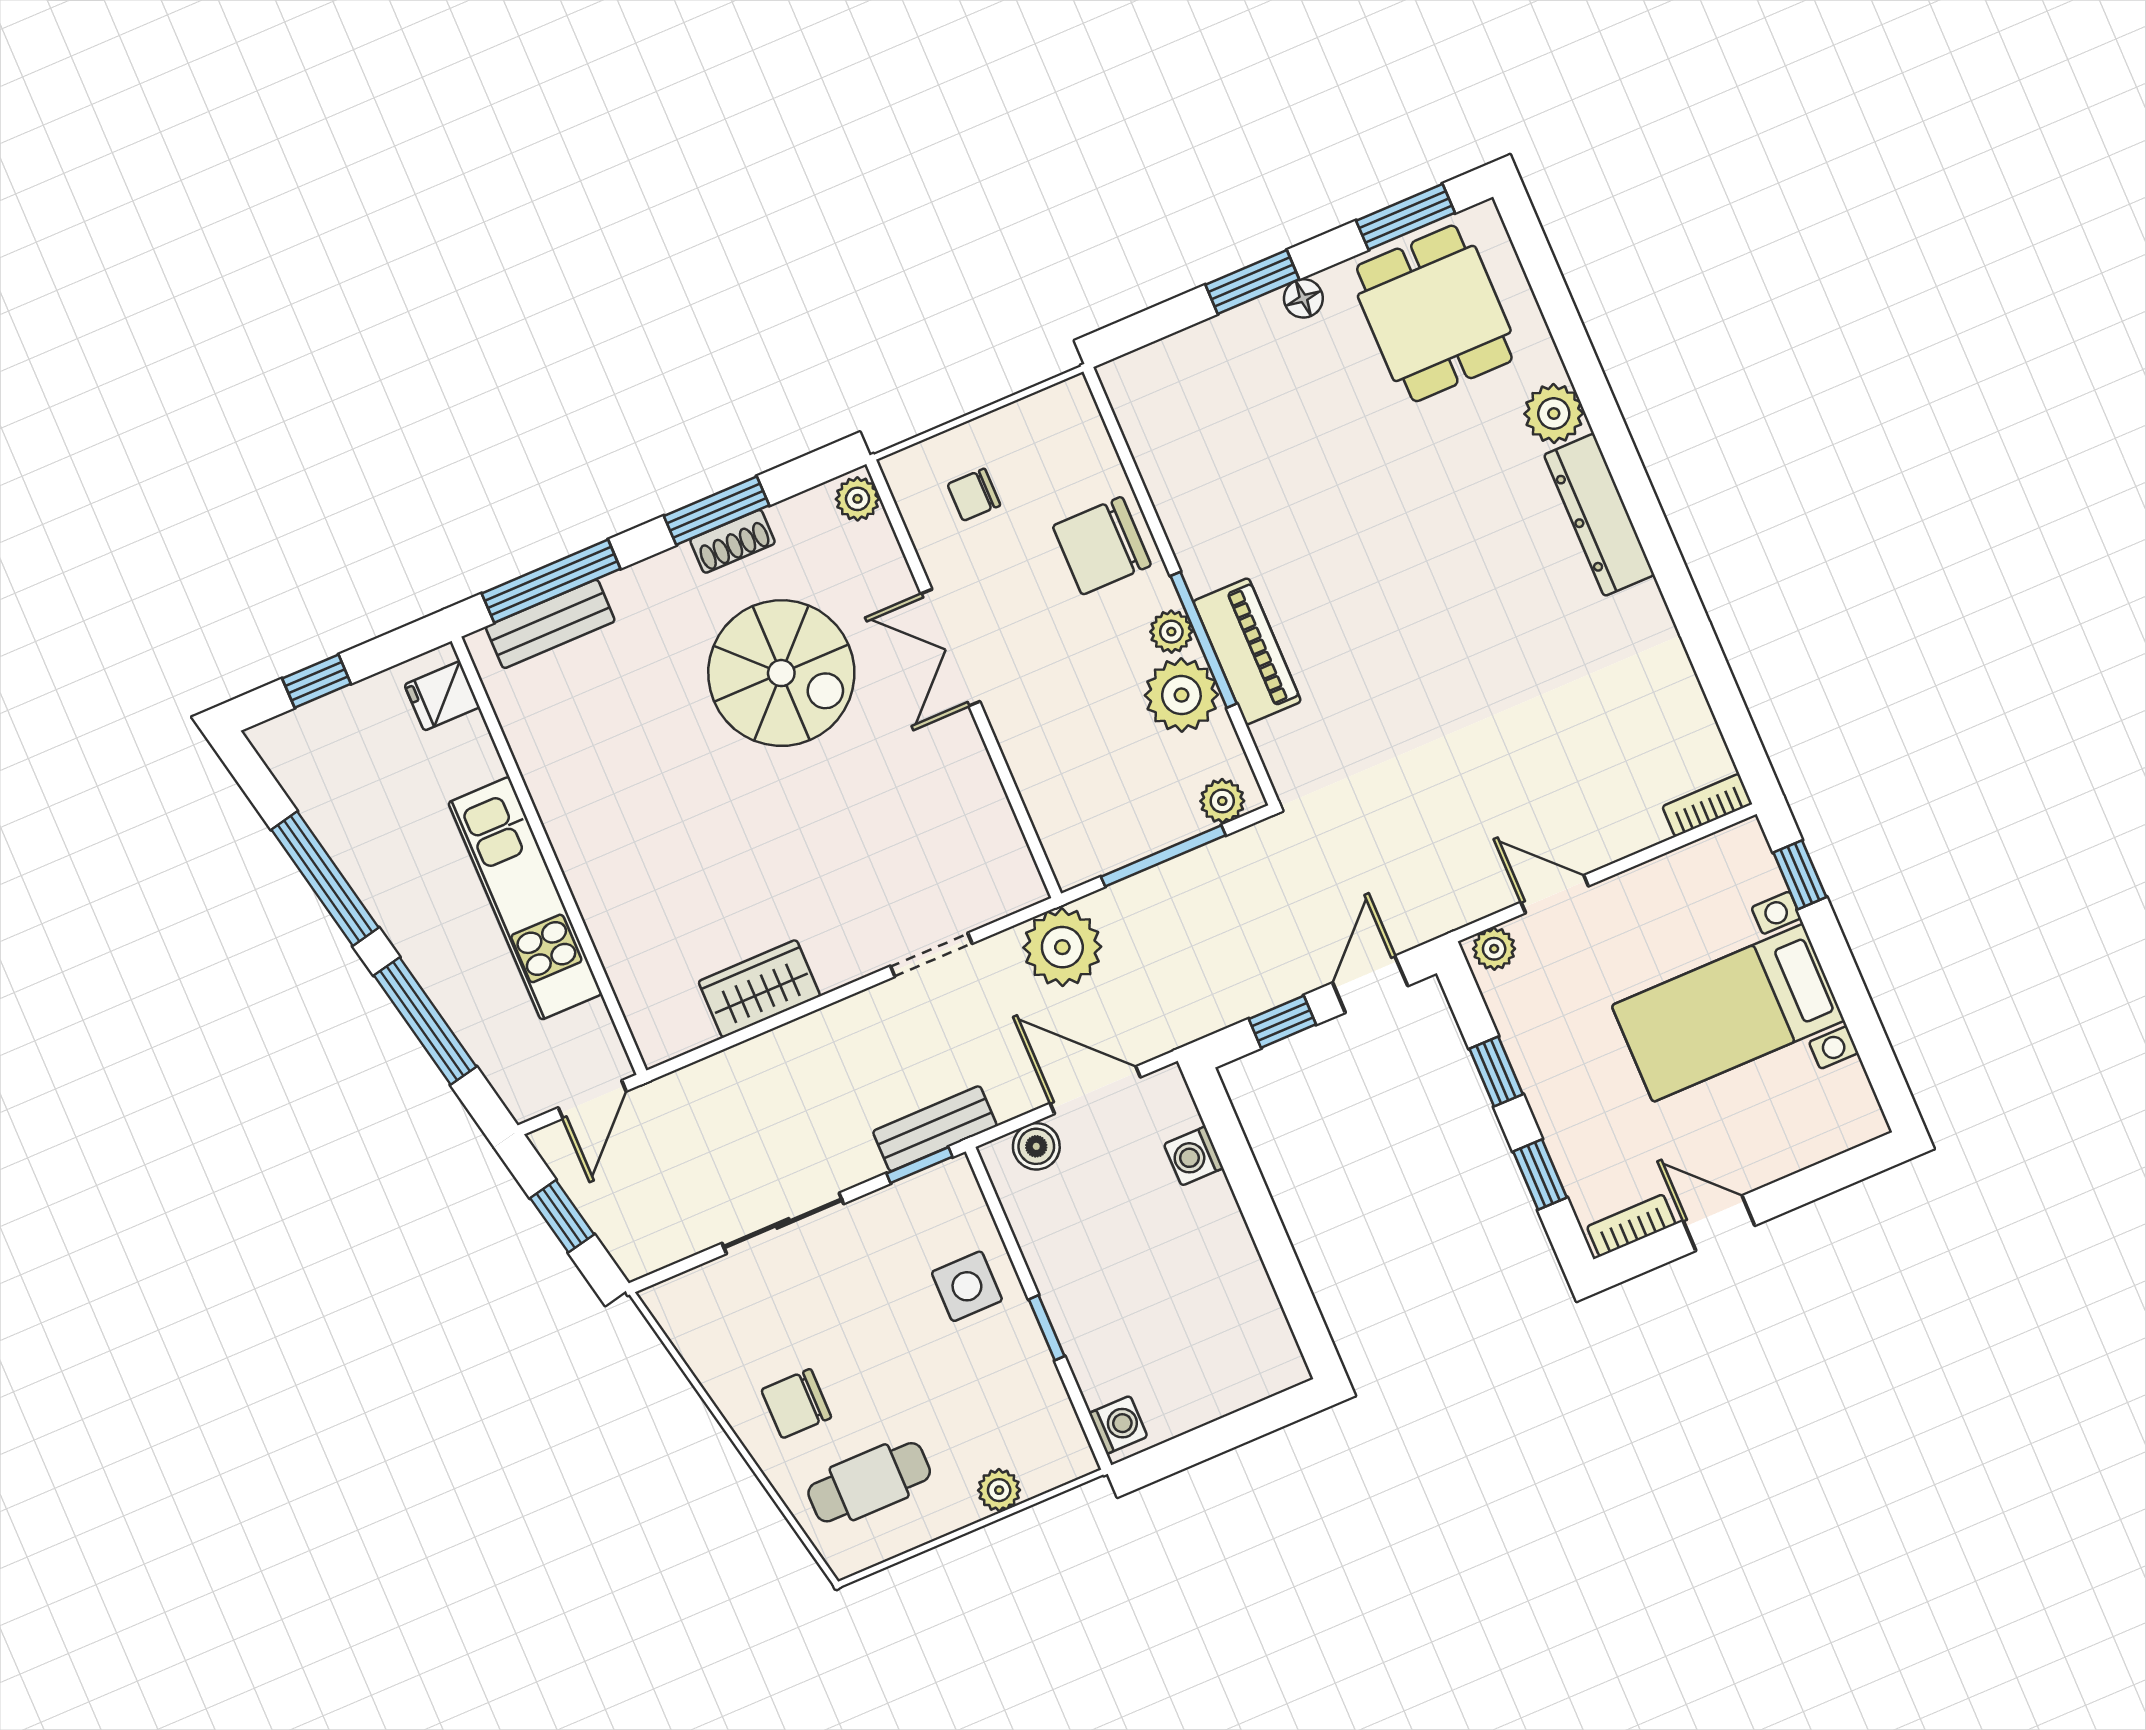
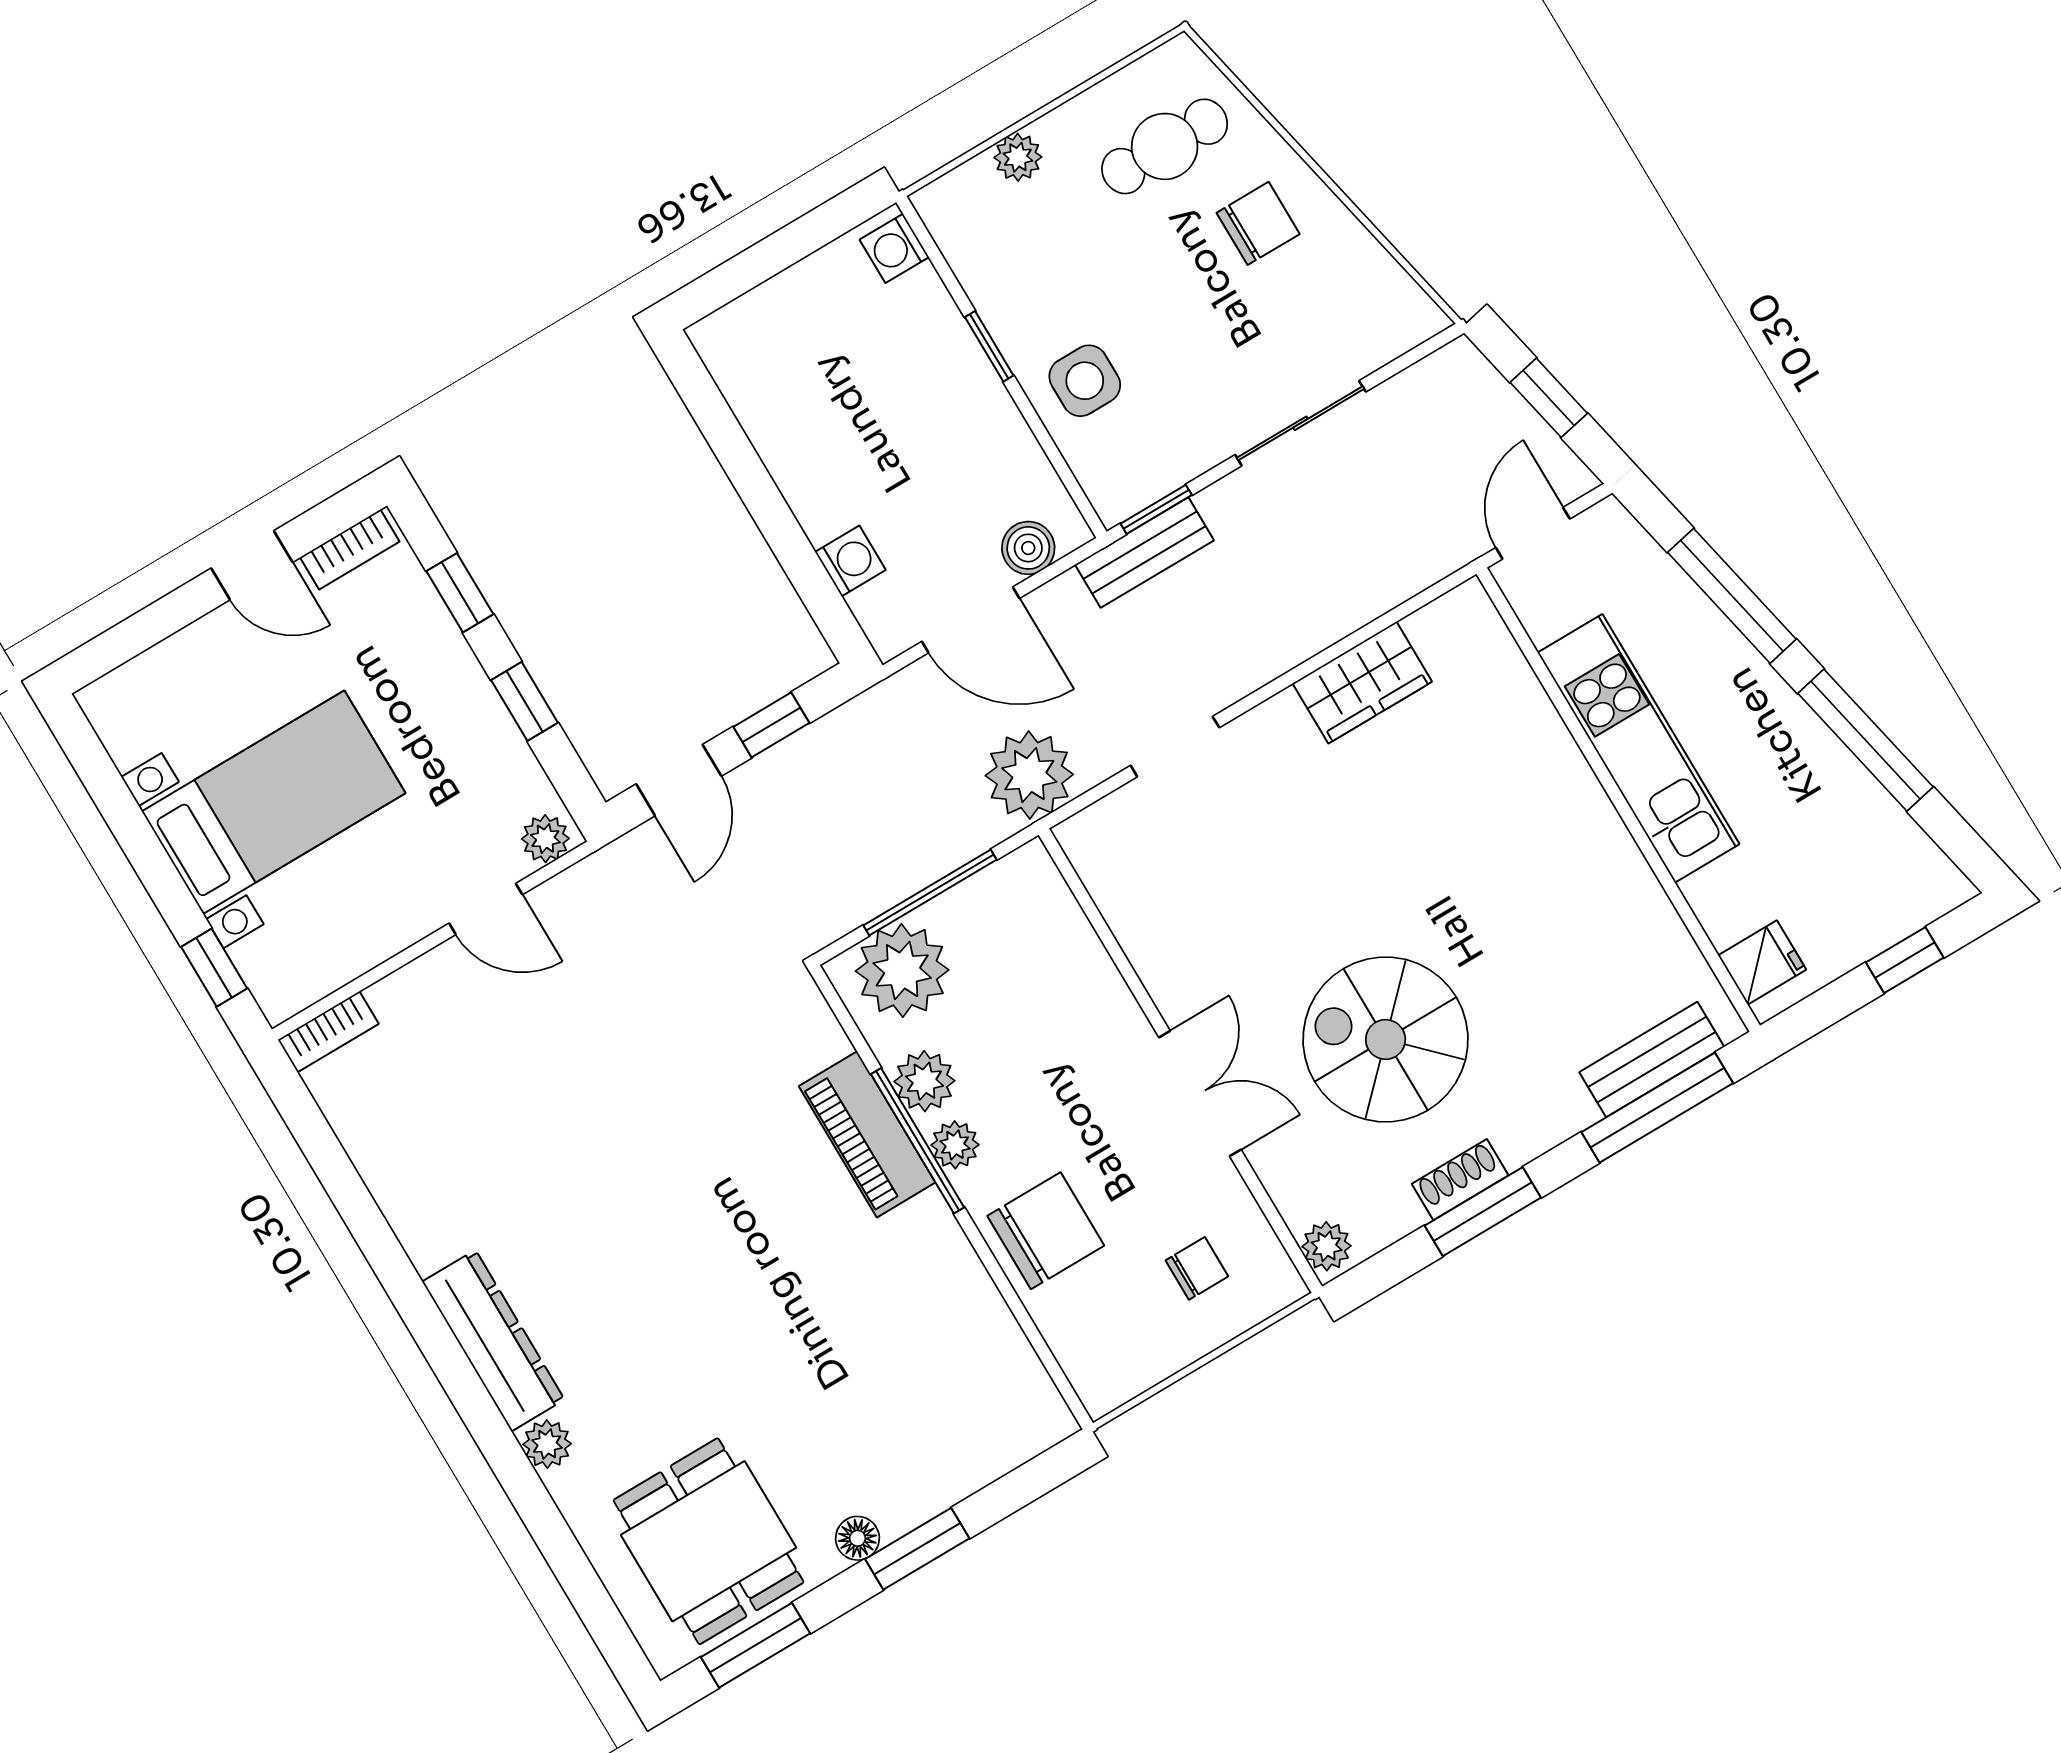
plant: (1554, 414) -> (547, 1444), width x0.73, depth x0.73
plant: (1181, 695) -> (924, 1081), width x0.73, depth x0.73
plant: (1222, 801) -> (902, 971), width x1.87, depth x1.87

